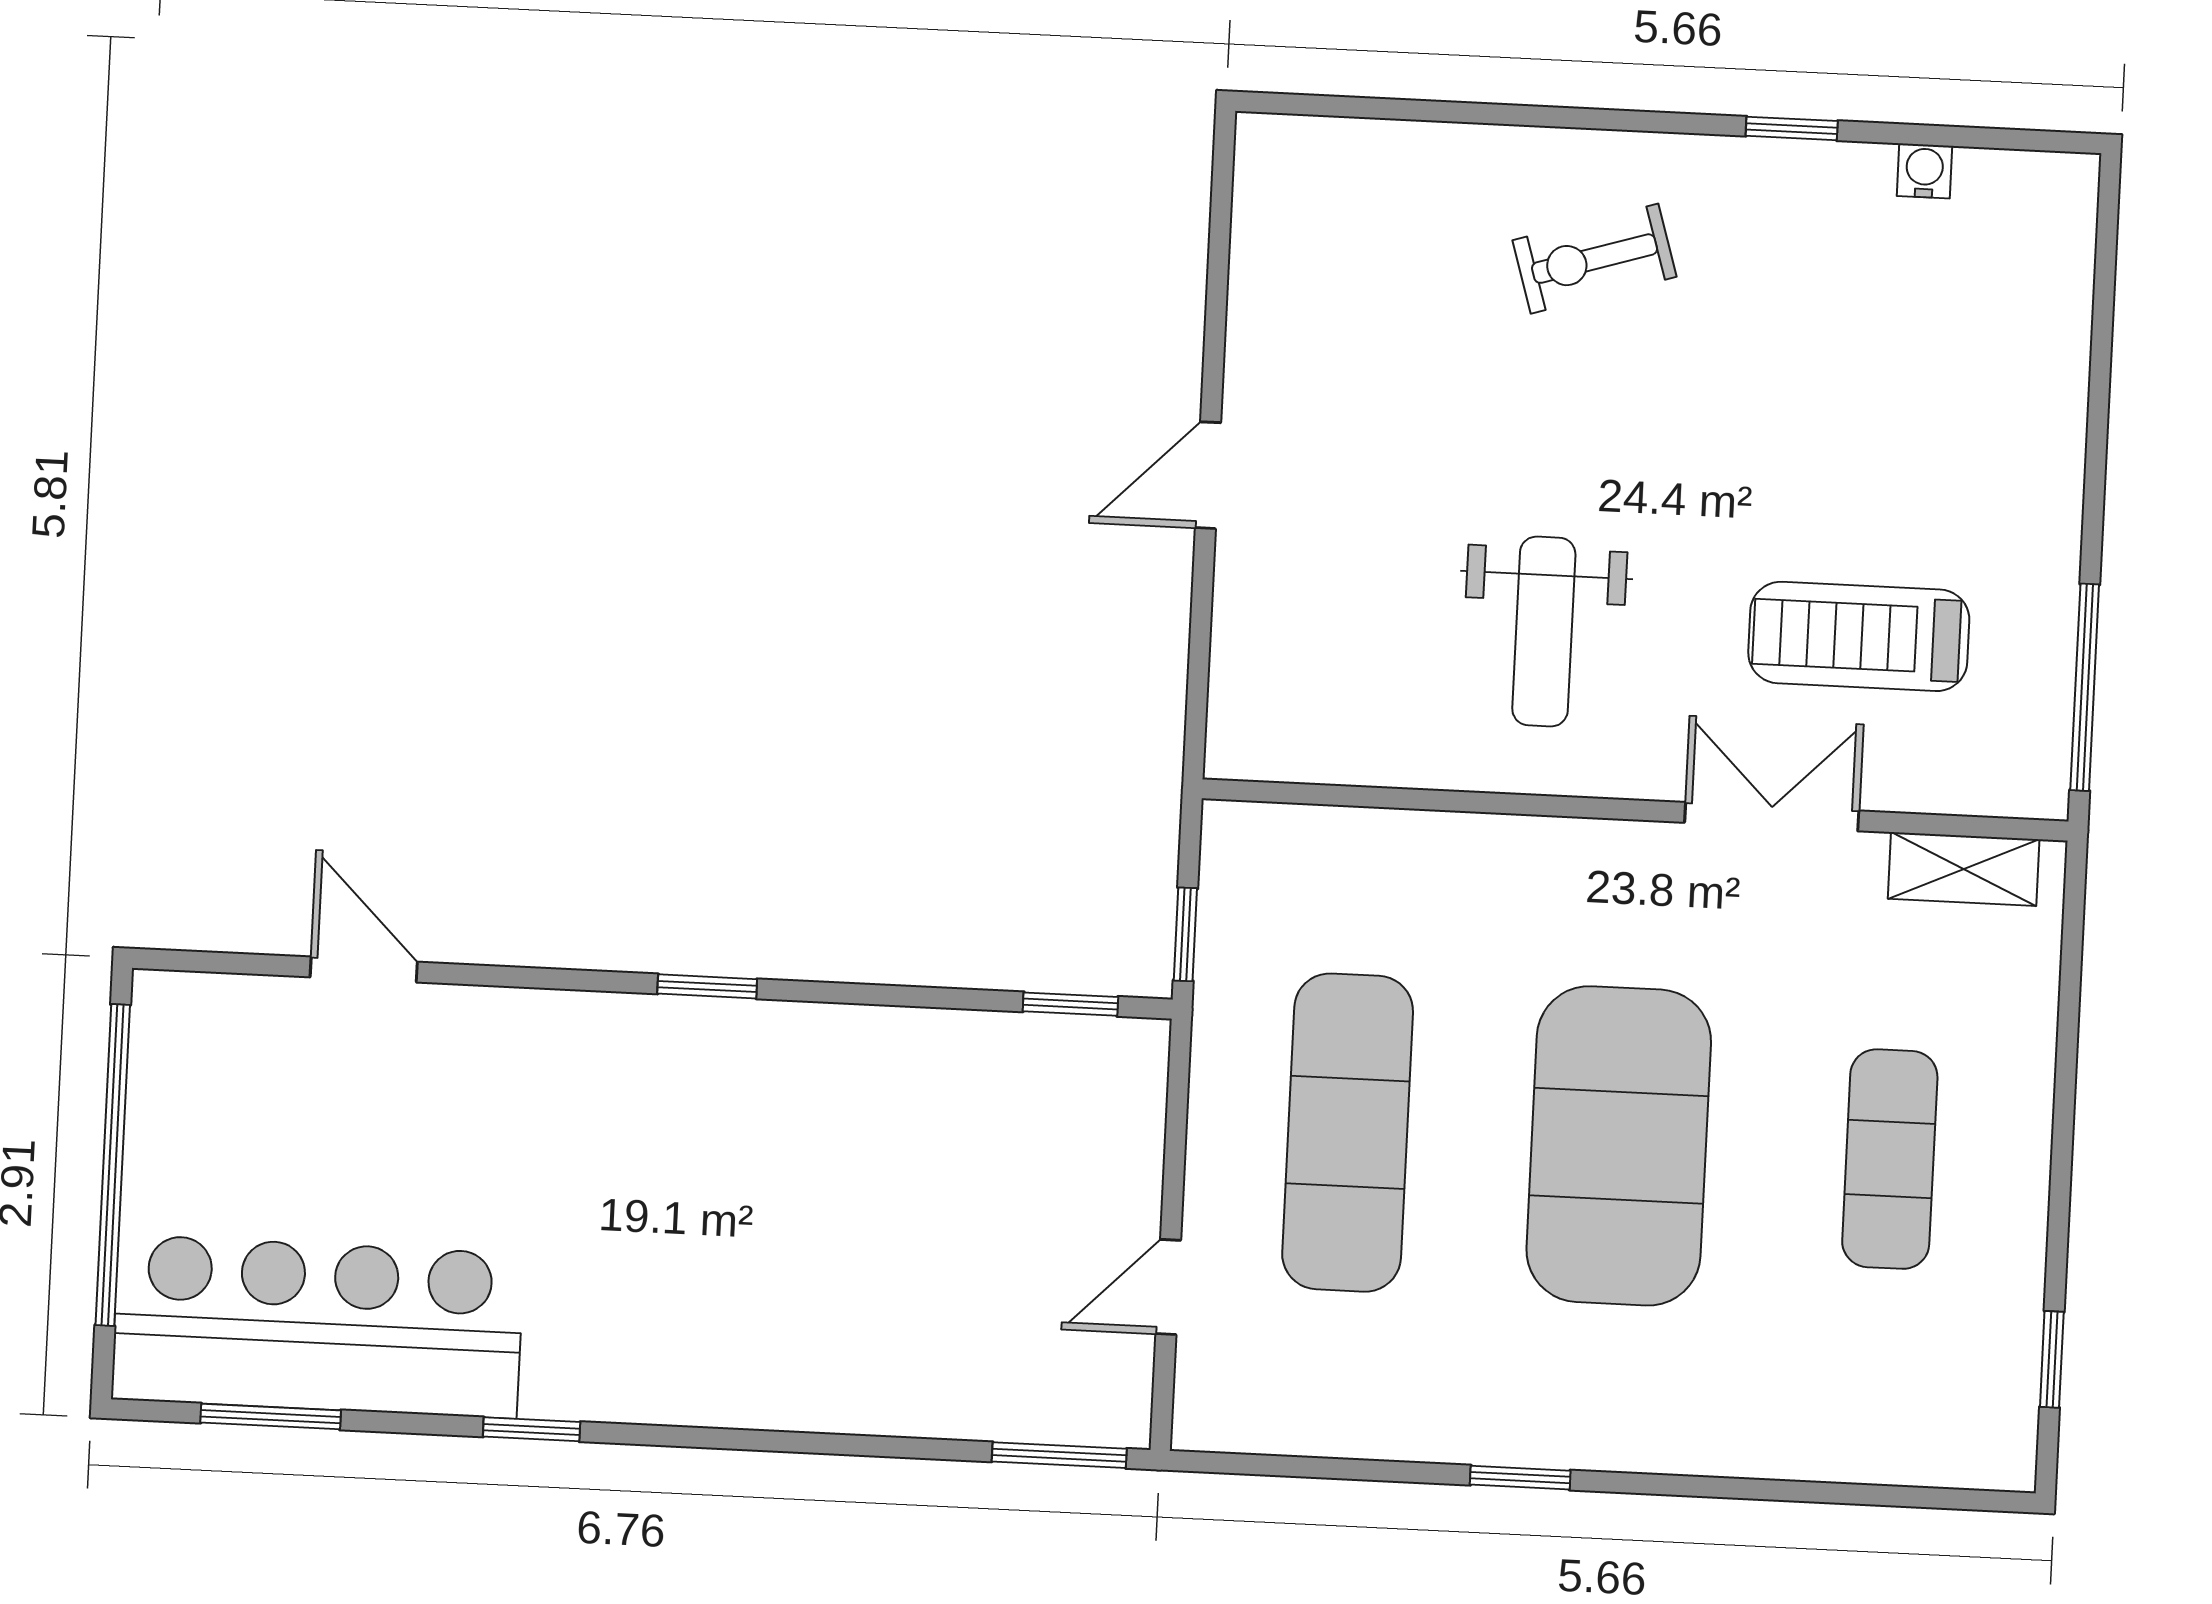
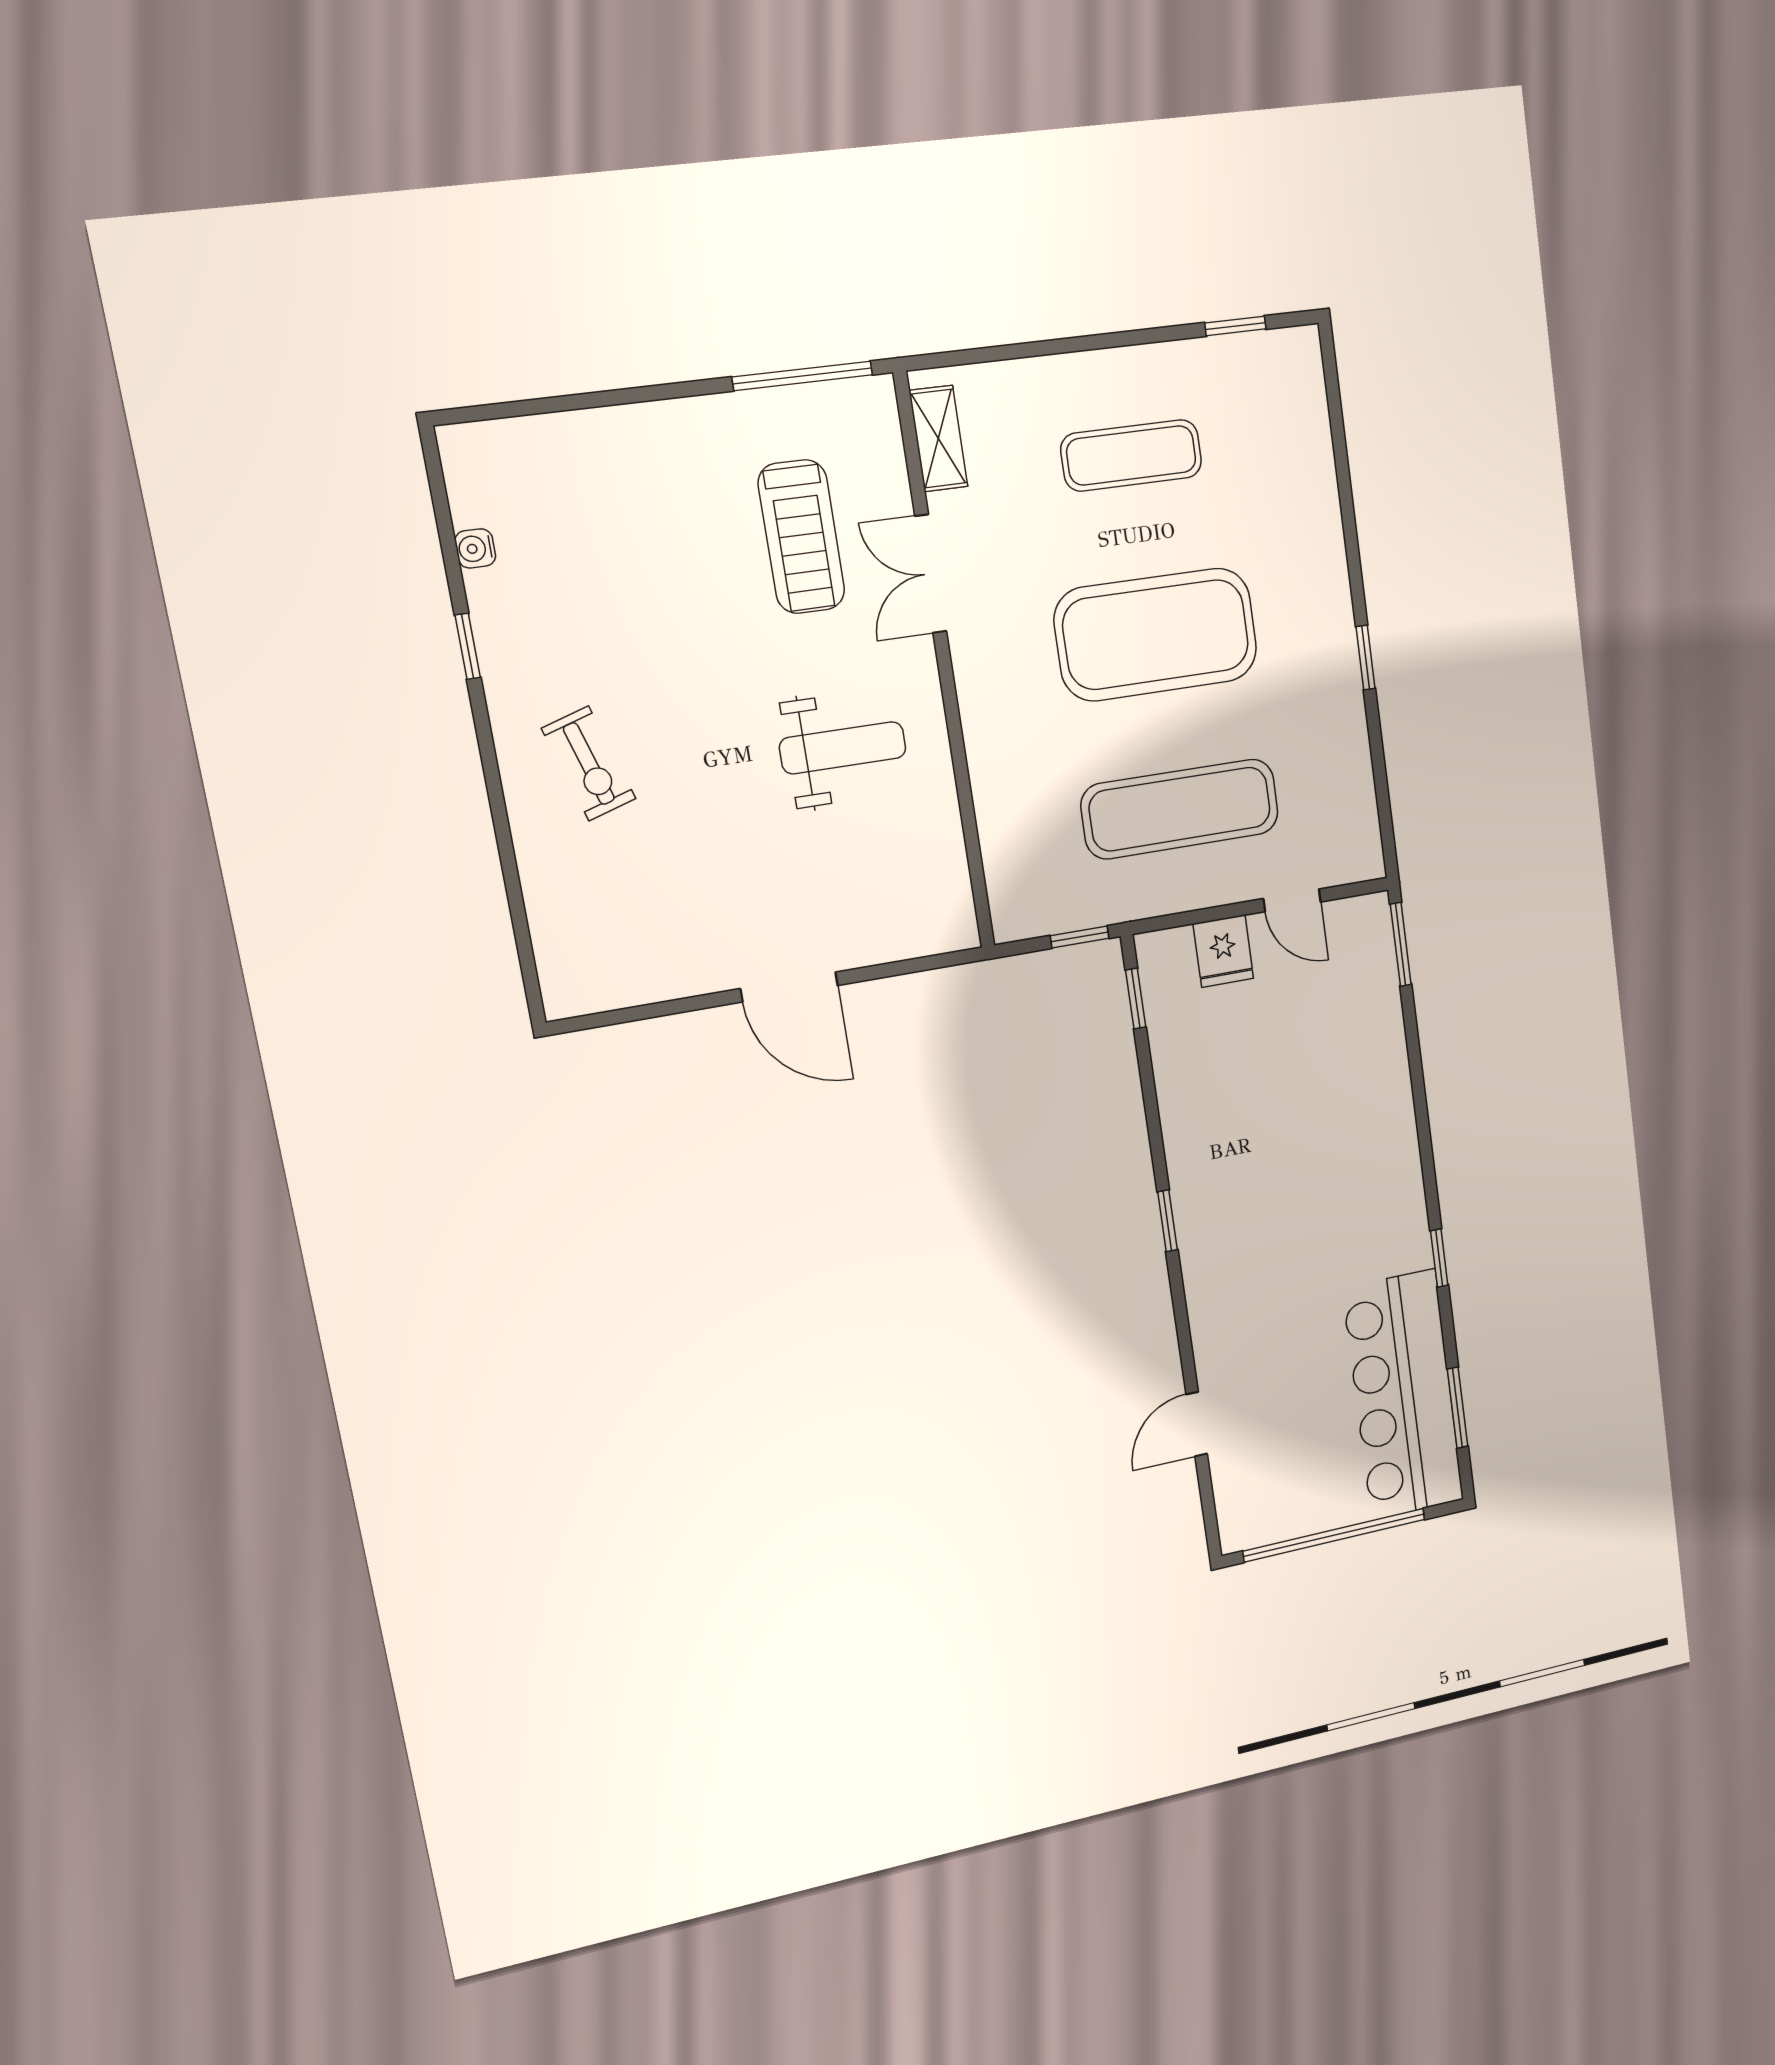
door: (1208, 475) -> (789, 987), width x1.37
fridge: (1113, 1160) -> (1223, 951), added

